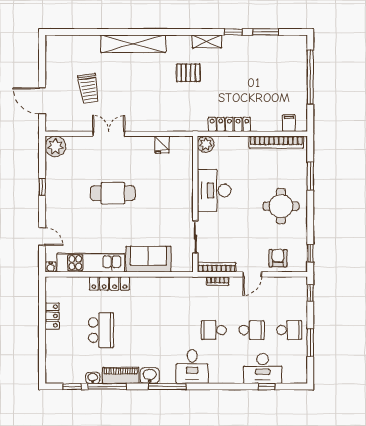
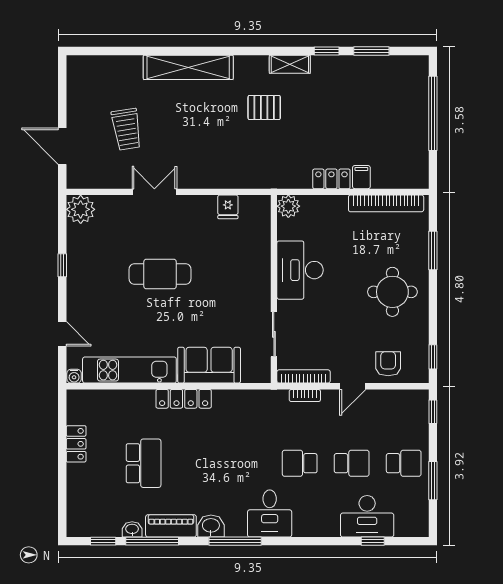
filing cabinet: (289, 123) -> (361, 177), moved
locker: (229, 124) -> (331, 179), width x0.66
locker: (109, 283) -> (184, 399), moved

